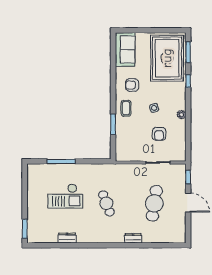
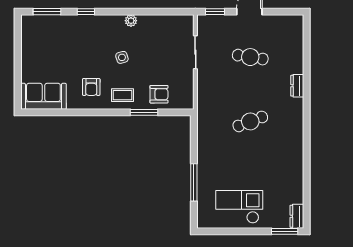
rug: (167, 58) -> (55, 40), removed
armchair: (159, 134) -> (159, 94), moved
checkout: (65, 196) -> (239, 207), moved, turned -90
cafe table: (154, 203) -> (250, 57), width x0.73, depth x0.74
dresser: (67, 238) -> (297, 216), moved

